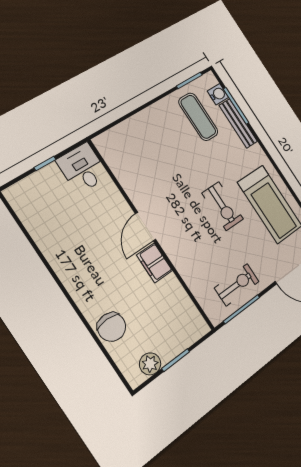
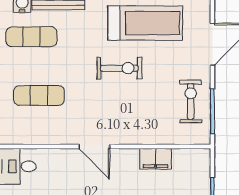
exercise mat: (156, 151) -> (39, 95), added
filing cabinet: (154, 263) -> (156, 159), moved

